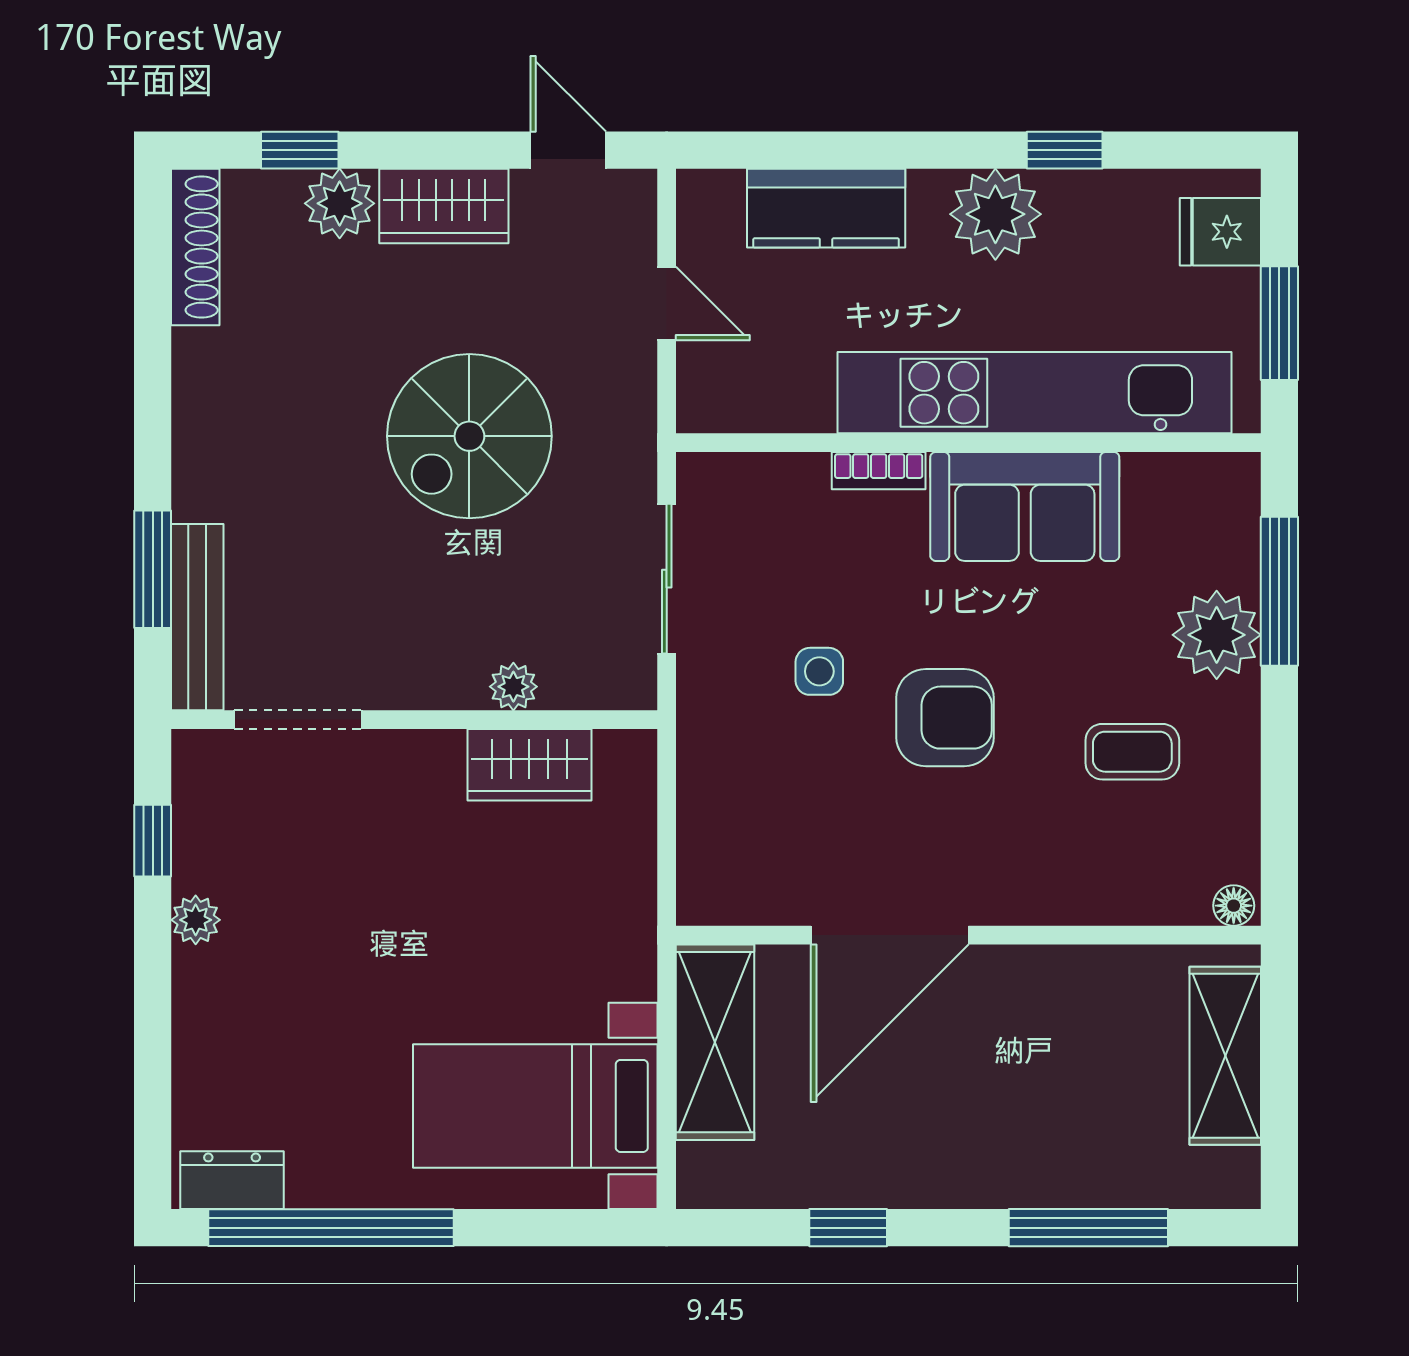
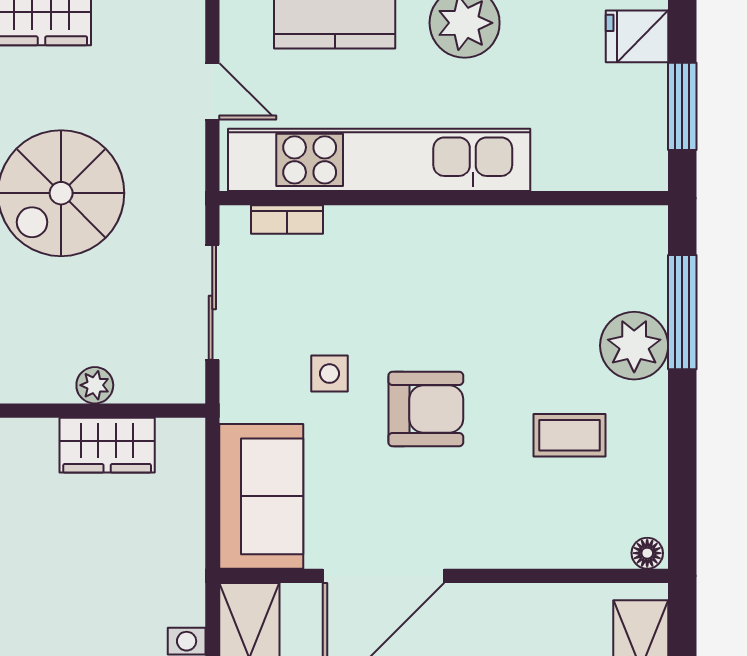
kitchen unit: (1034, 393) -> (379, 160), moved
bookcase: (879, 471) -> (287, 220), moved
sofa: (1025, 506) -> (261, 496), moved, turned -90

